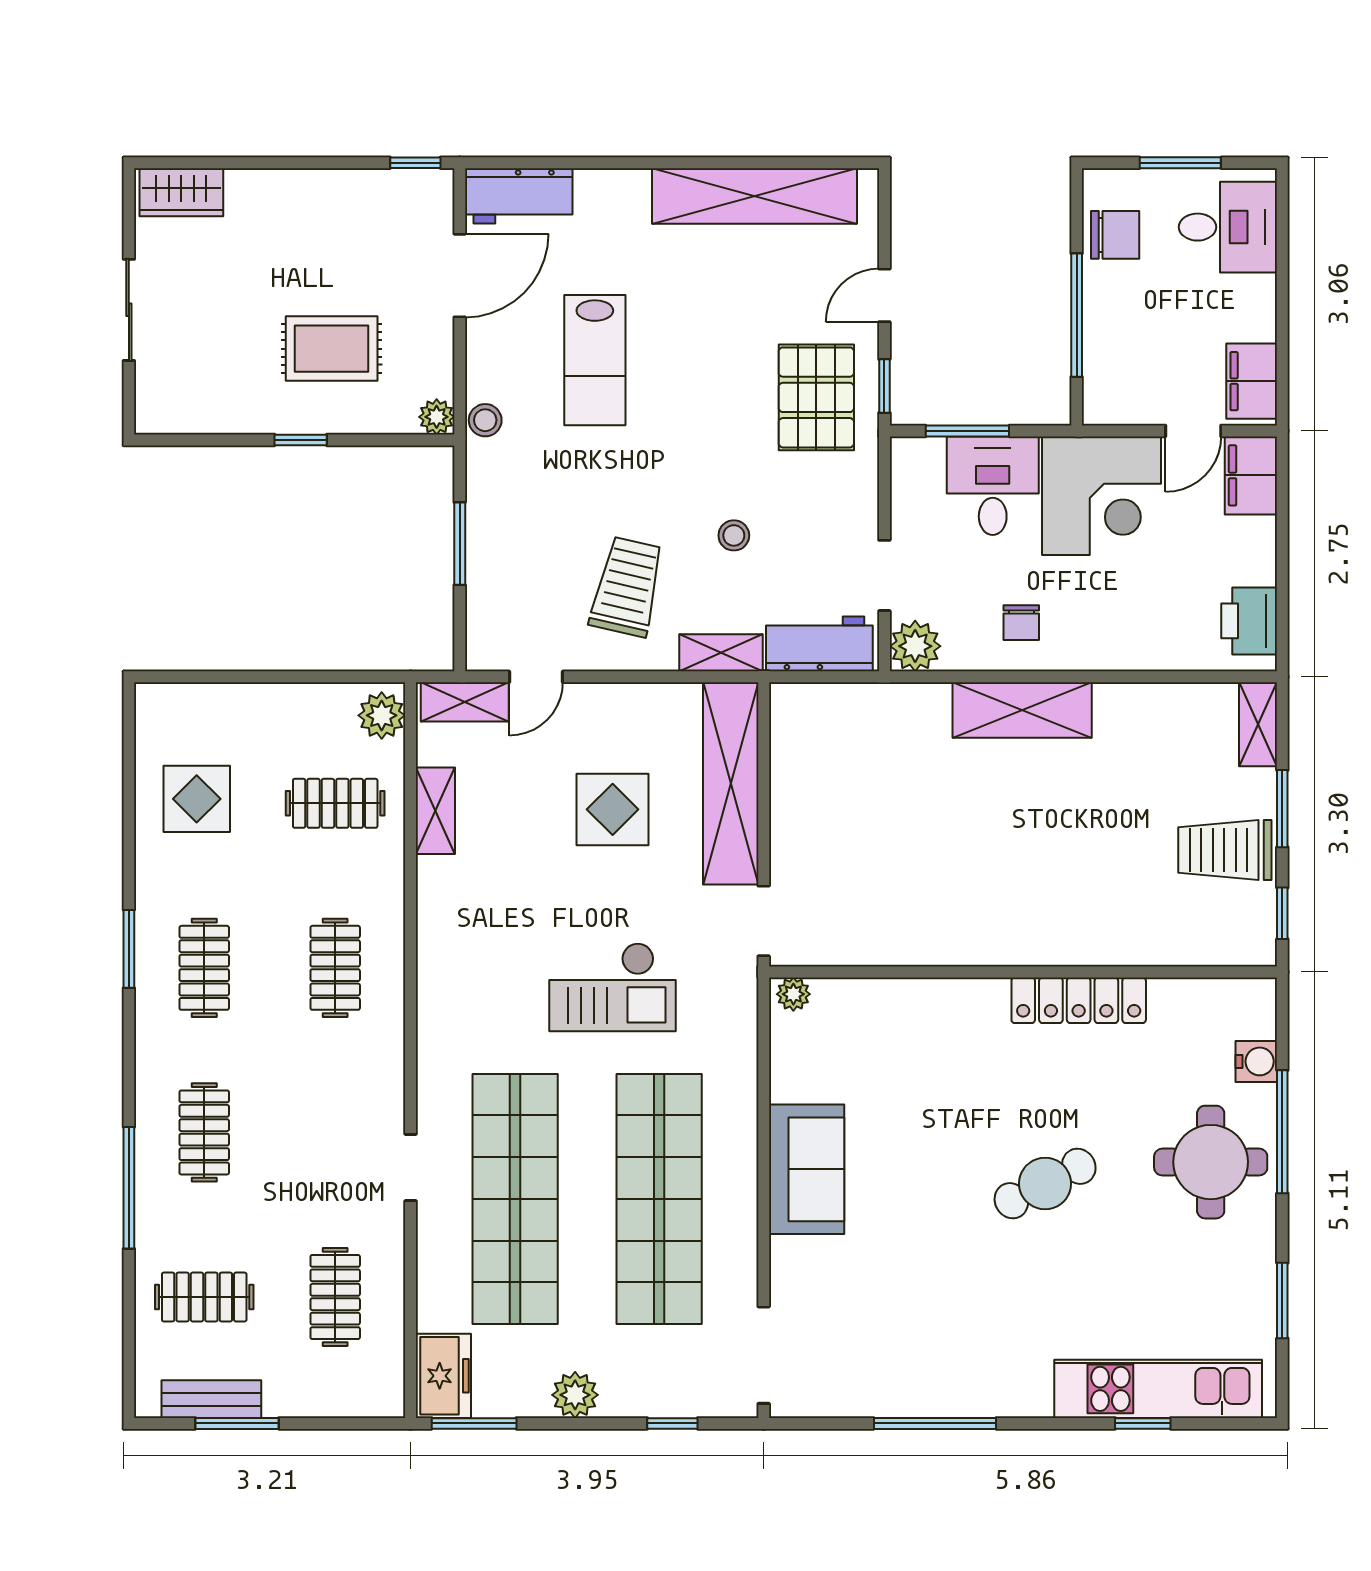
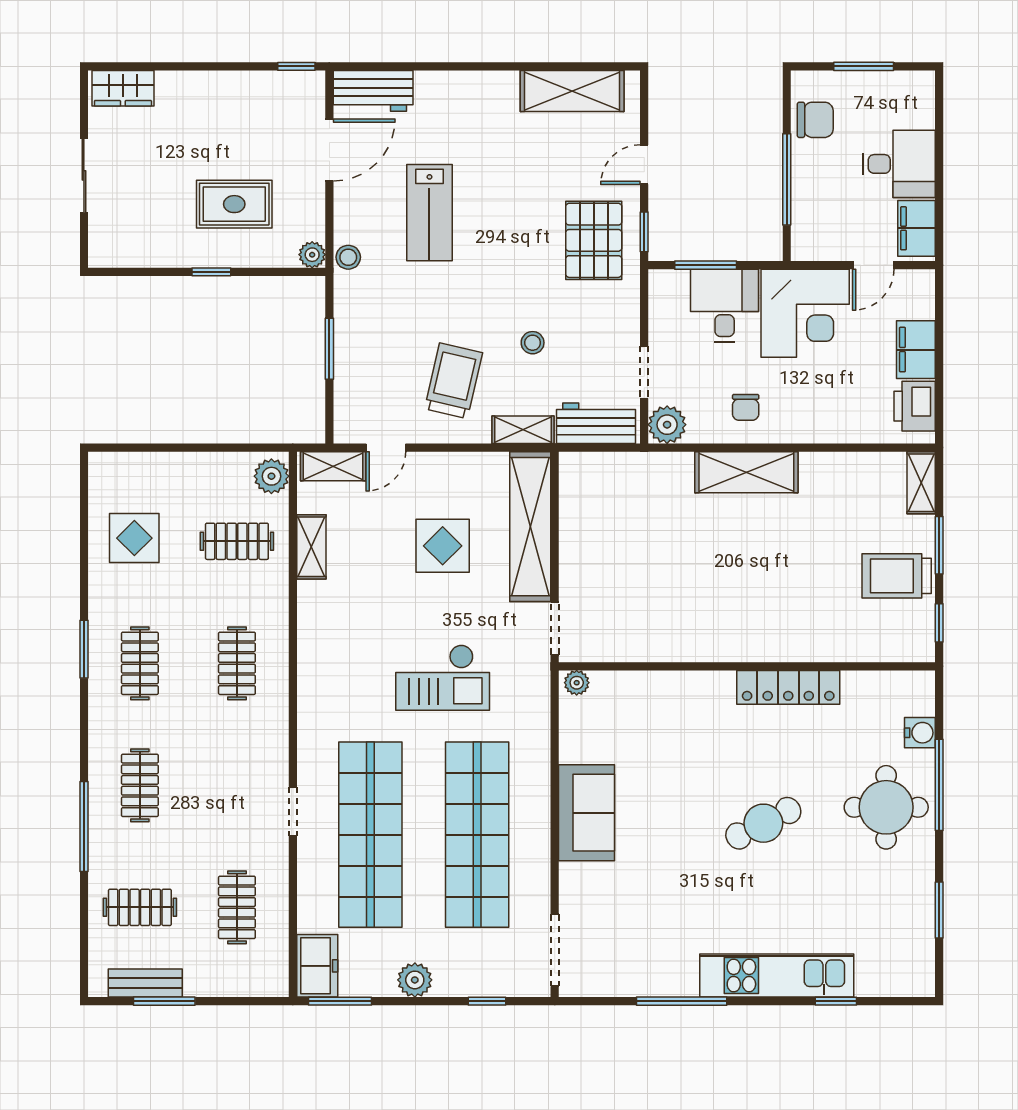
shelving: (755, 196) -> (572, 91), width x0.68
desk: (1228, 227) -> (899, 164), moved
filing cabinet: (1251, 475) -> (916, 350), moved
kitchen unit: (1158, 1389) -> (777, 975), moved

